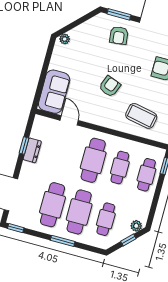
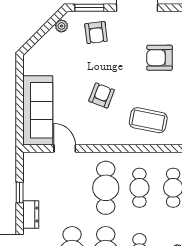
plant: (65, 39) -> (61, 26), moved
sofa: (54, 92) -> (38, 110), width x1.36
dresser: (32, 150) -> (31, 215), moved

